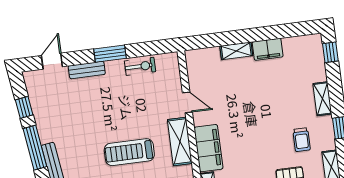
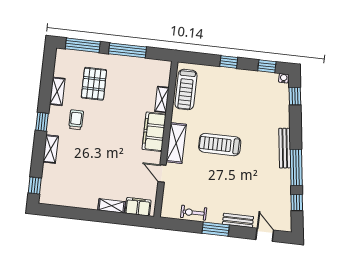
filing cabinet: (268, 49) -> (138, 207), moved
door: (52, 61) -> (265, 235), swing flipped
treadmill: (129, 152) -> (220, 145), turned 180

